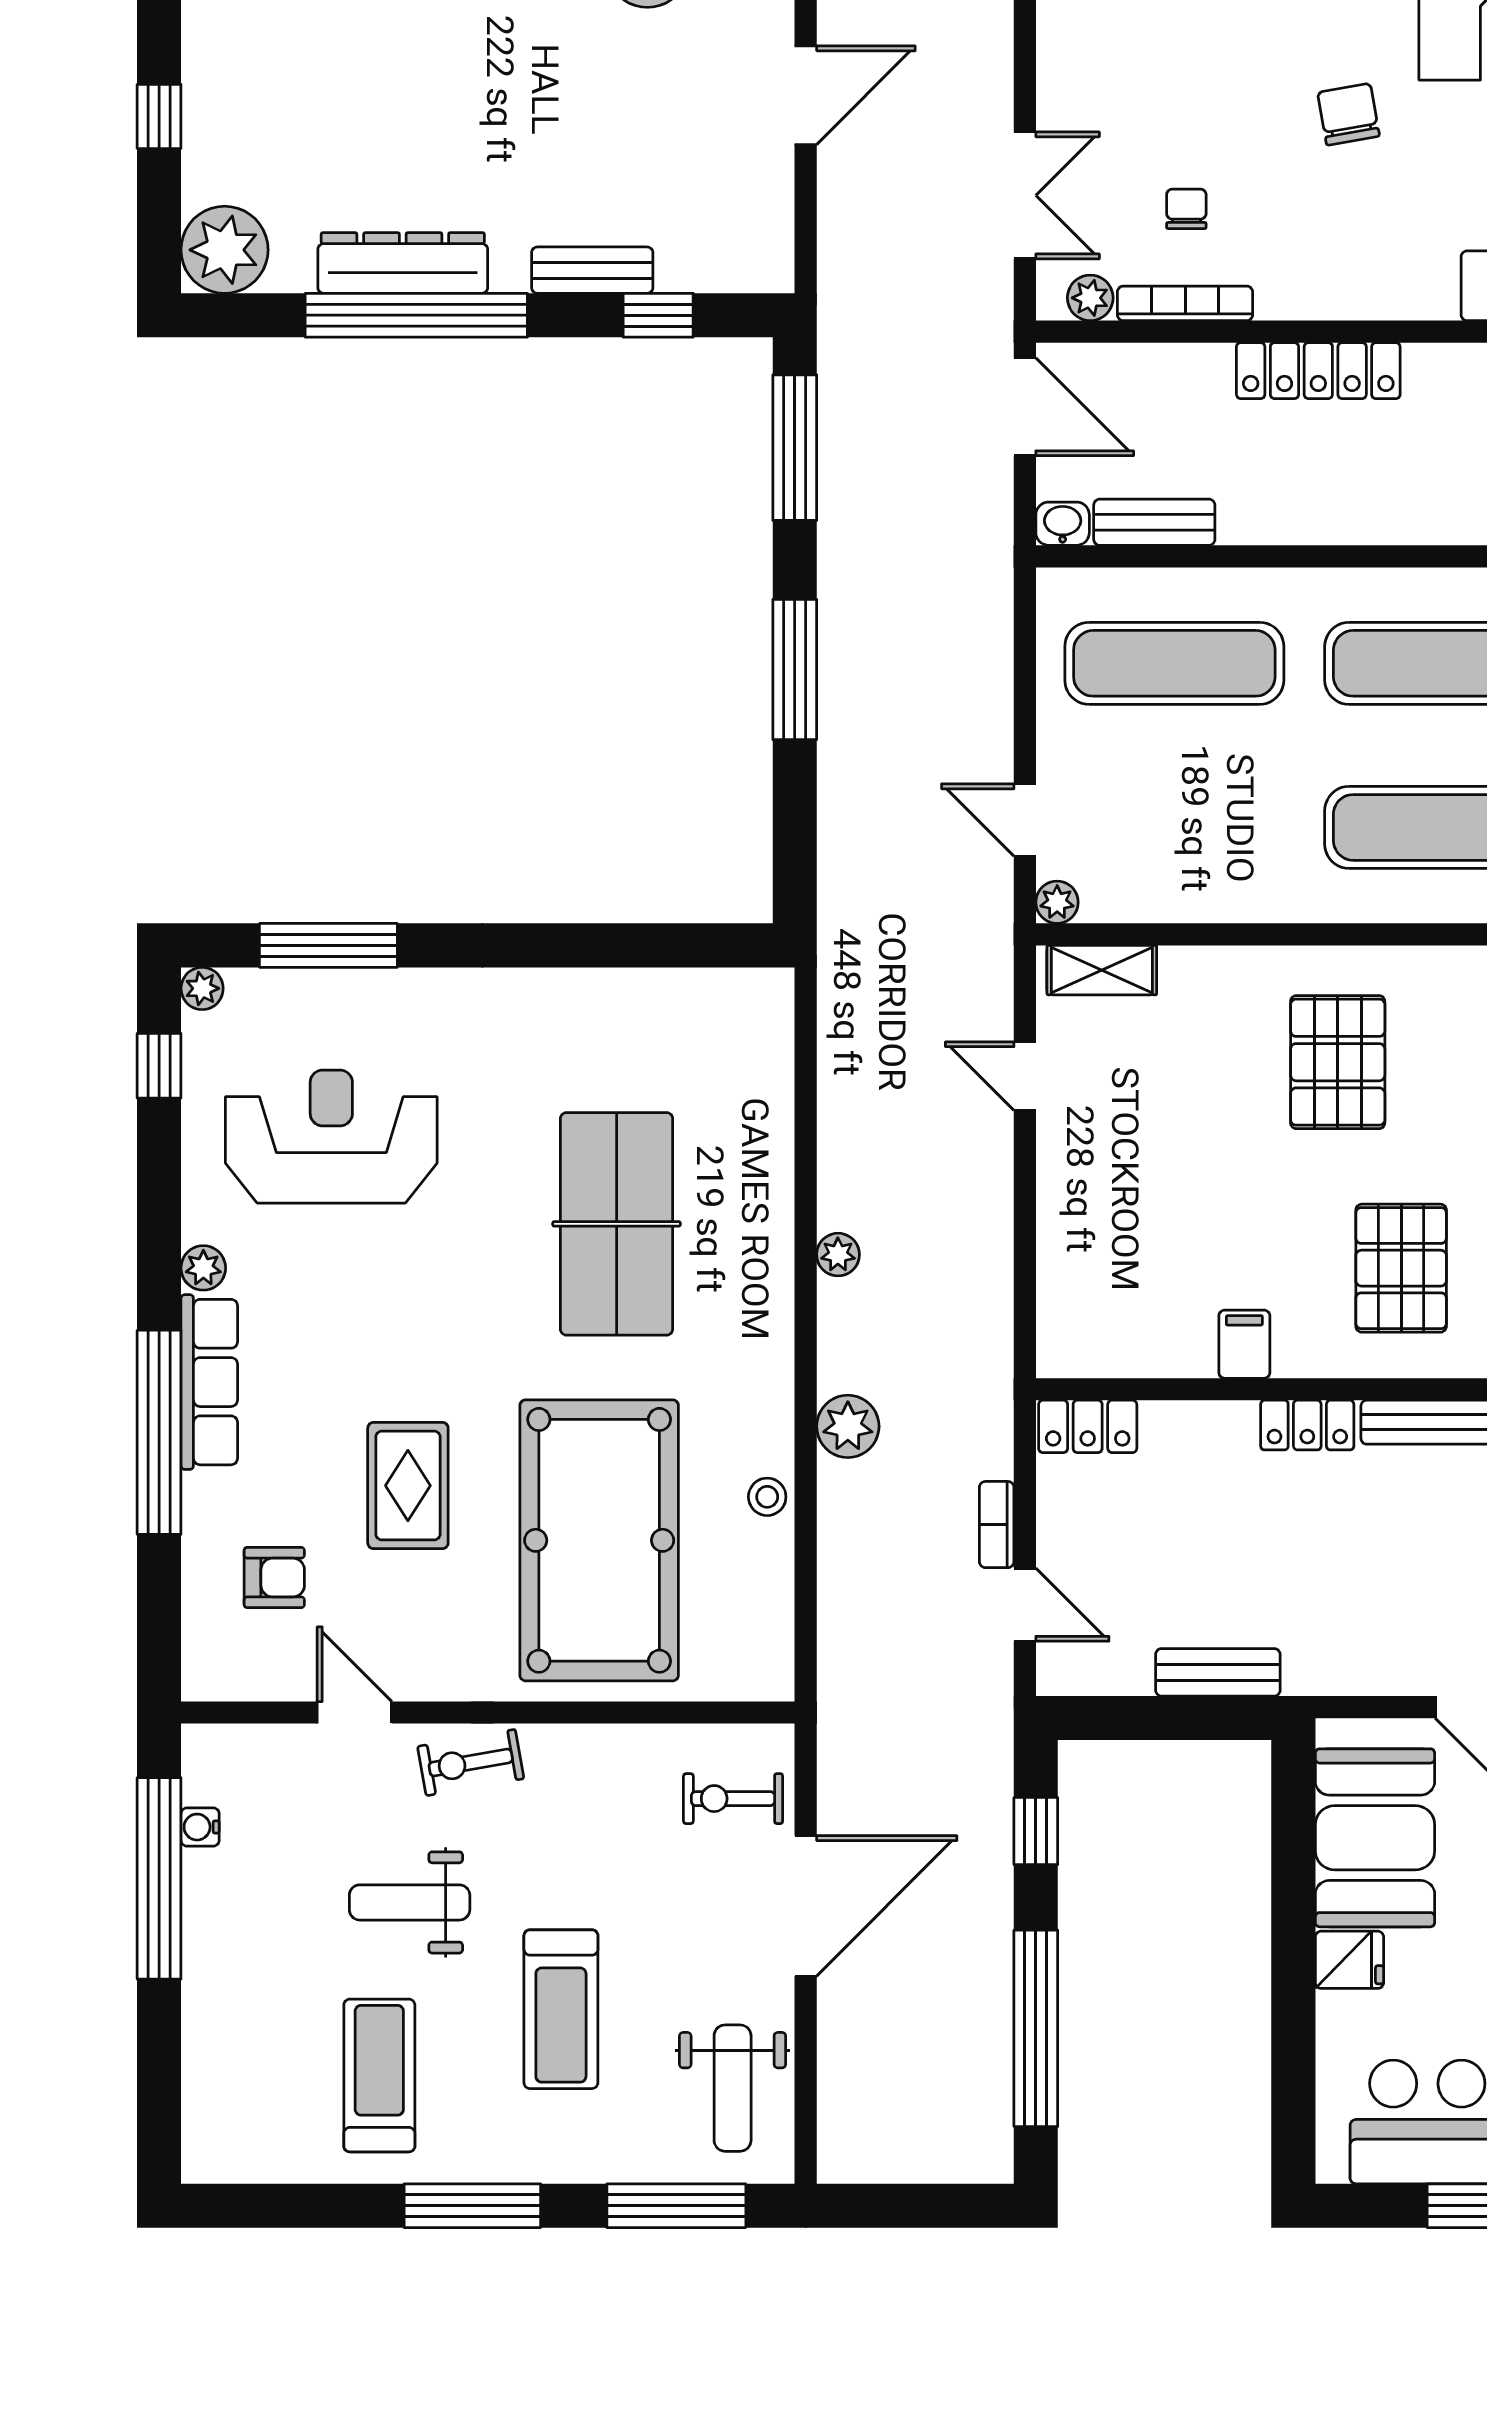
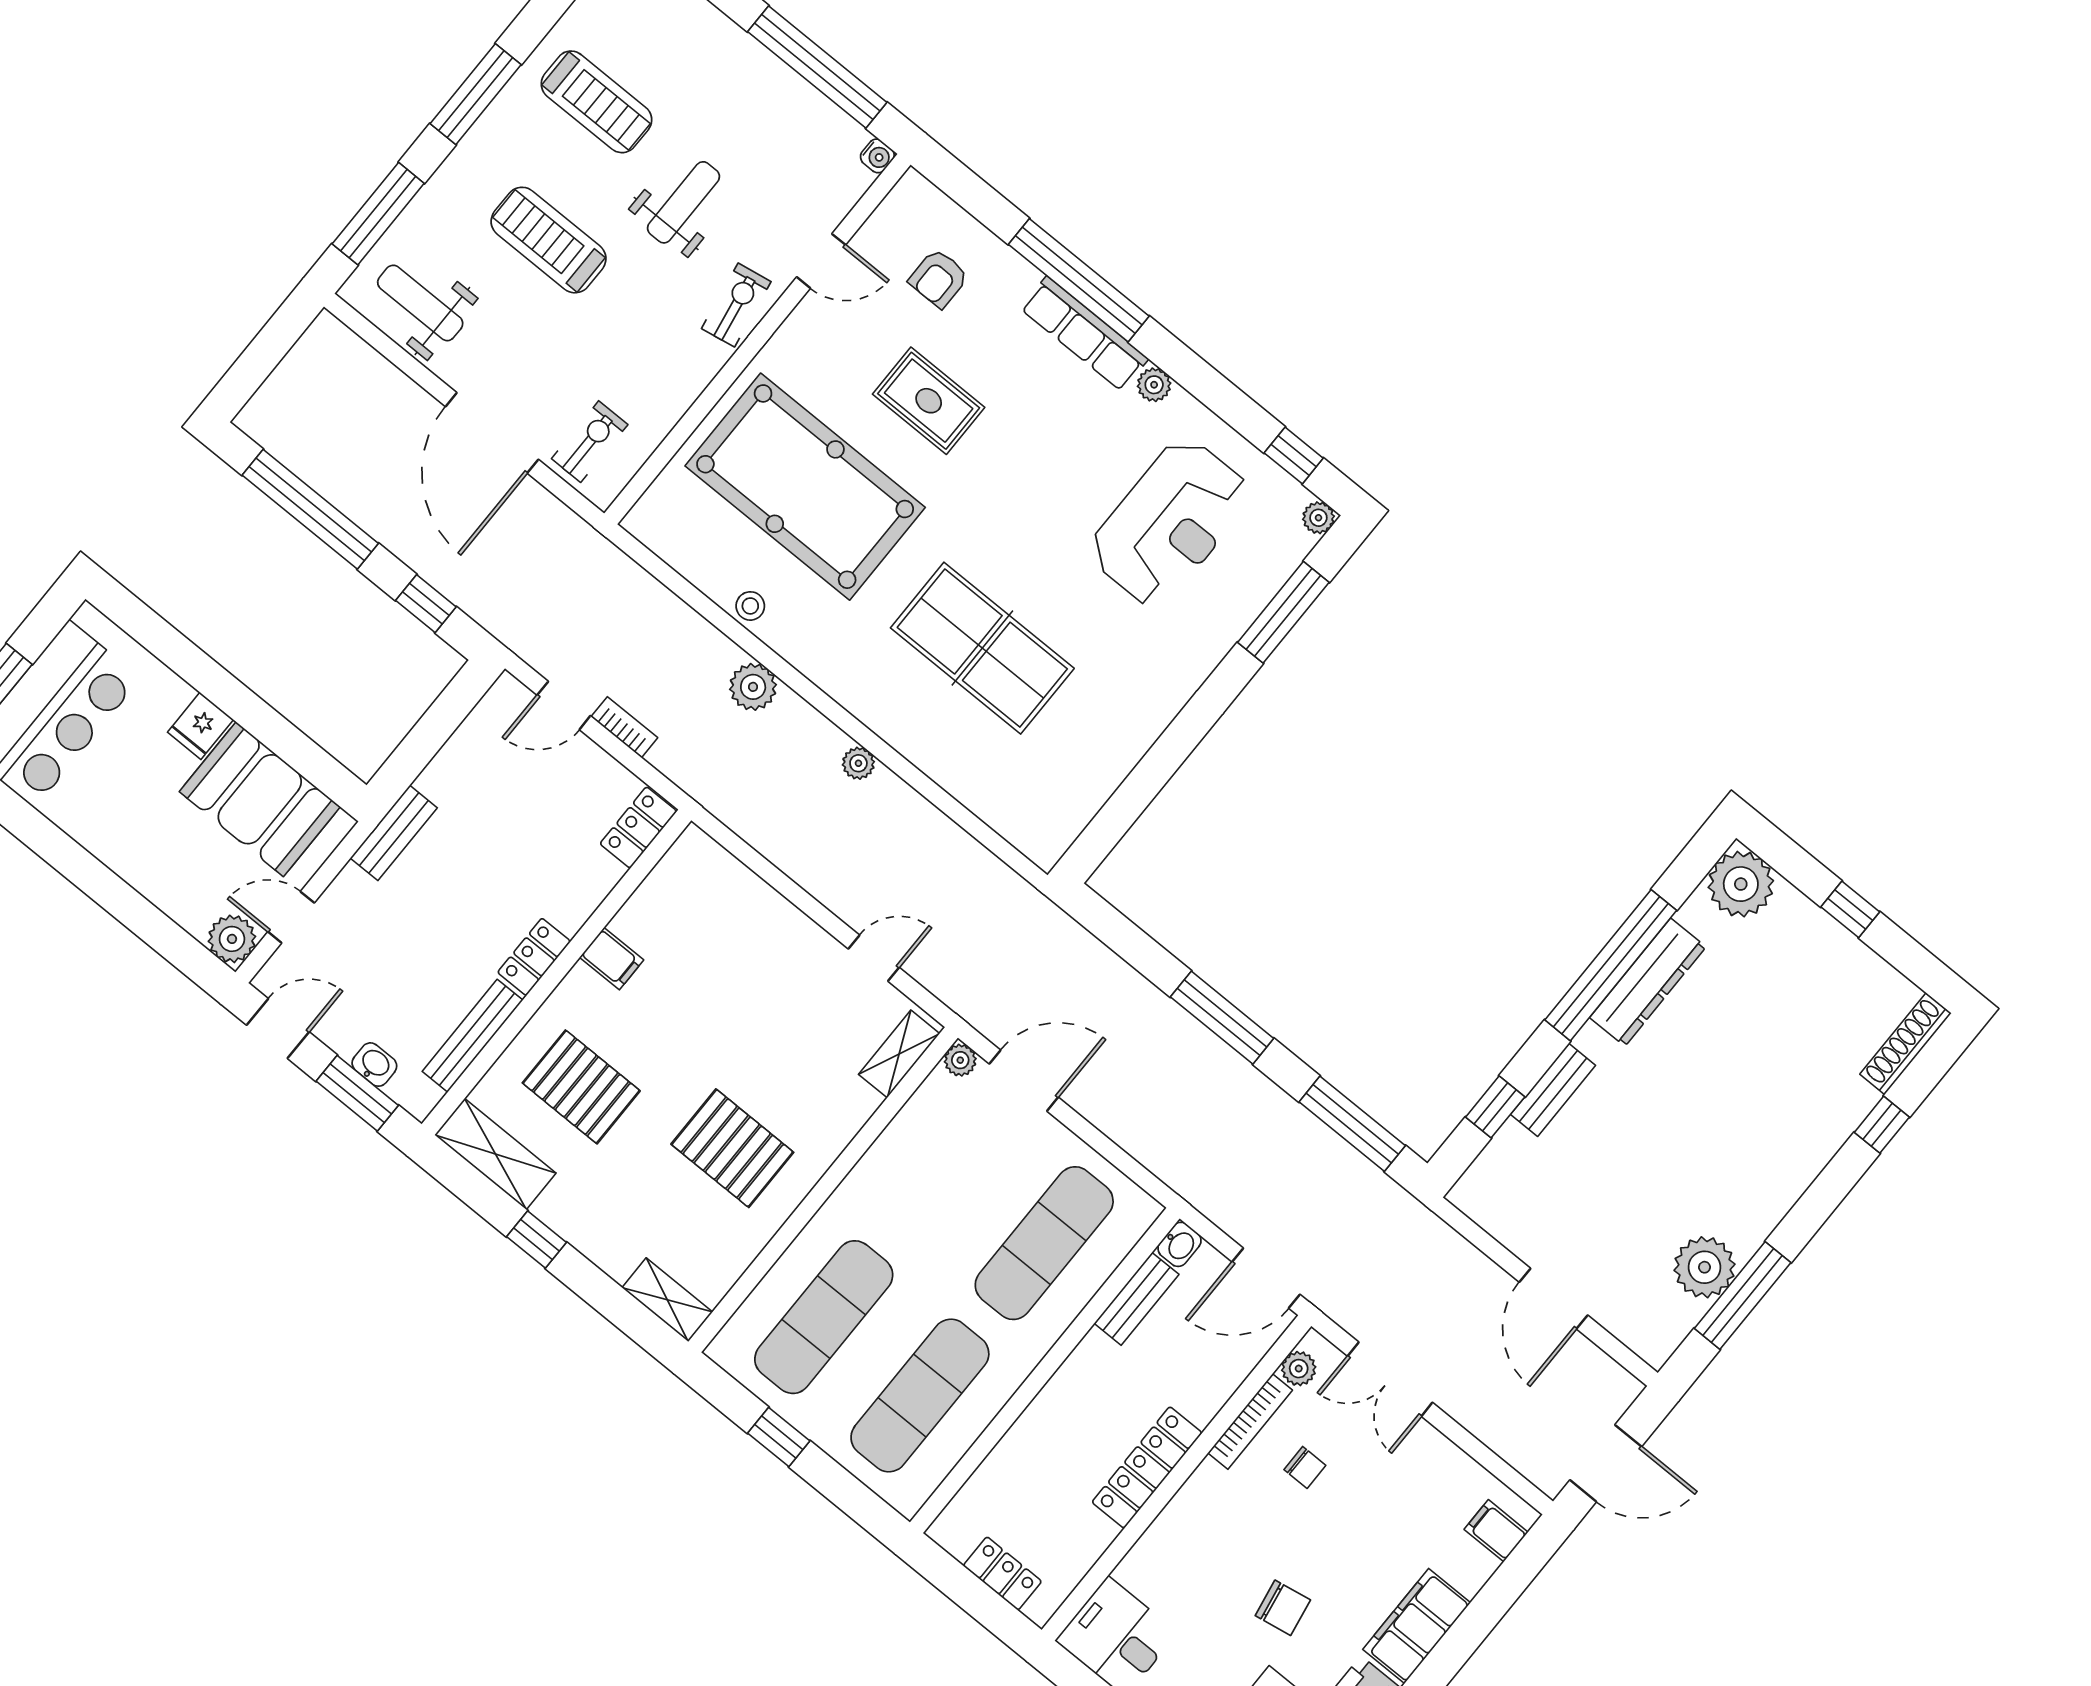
door: (1025, 820) -> (1024, 1081), width x1.38
bench: (1218, 1672) -> (394, 833), moved
water cooler: (200, 1827) -> (877, 156), moved, turned 90

